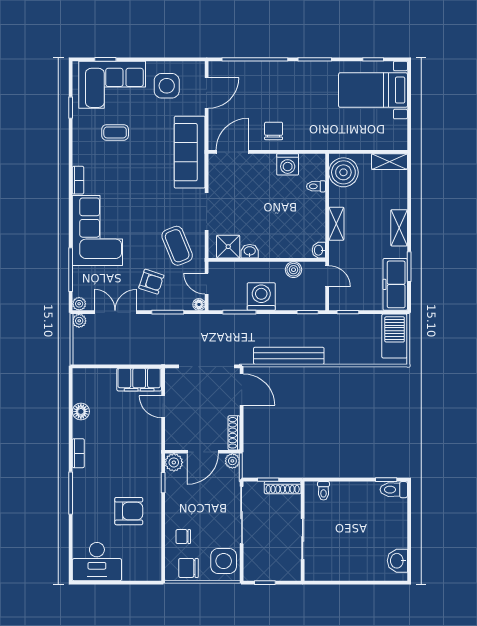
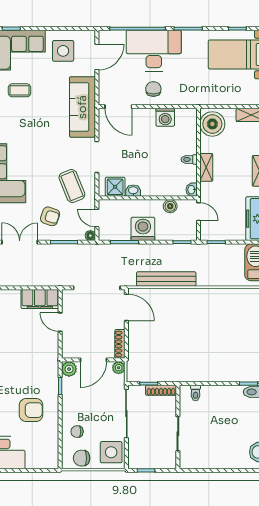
desk: (274, 85) -> (154, 51), added
door: (232, 152) -> (118, 107), swing flipped
toilet: (316, 186) -> (189, 159), moved

